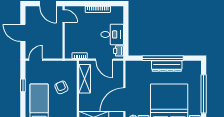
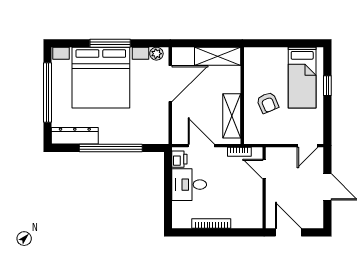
door: (64, 16) -> (264, 169), moved
dresser: (167, 66) -> (75, 136), moved
window: (23, 85) -> (327, 86), moved

